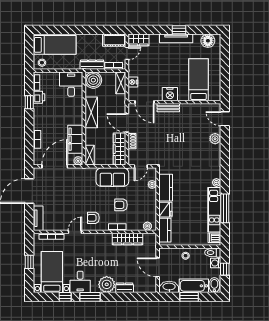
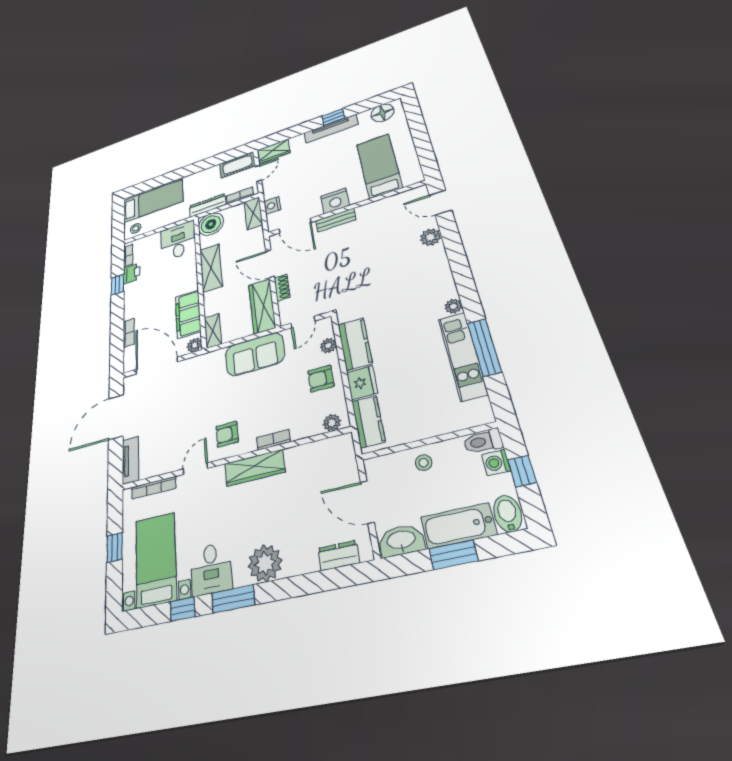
door: (55, 166) -> (157, 365), hinge flipped
armchair: (121, 205) -> (321, 379), moved
dishwasher: (214, 238) -> (478, 410), removed
wardrobe: (128, 239) -> (255, 468), moved
dresser: (125, 288) -> (339, 555), moved

